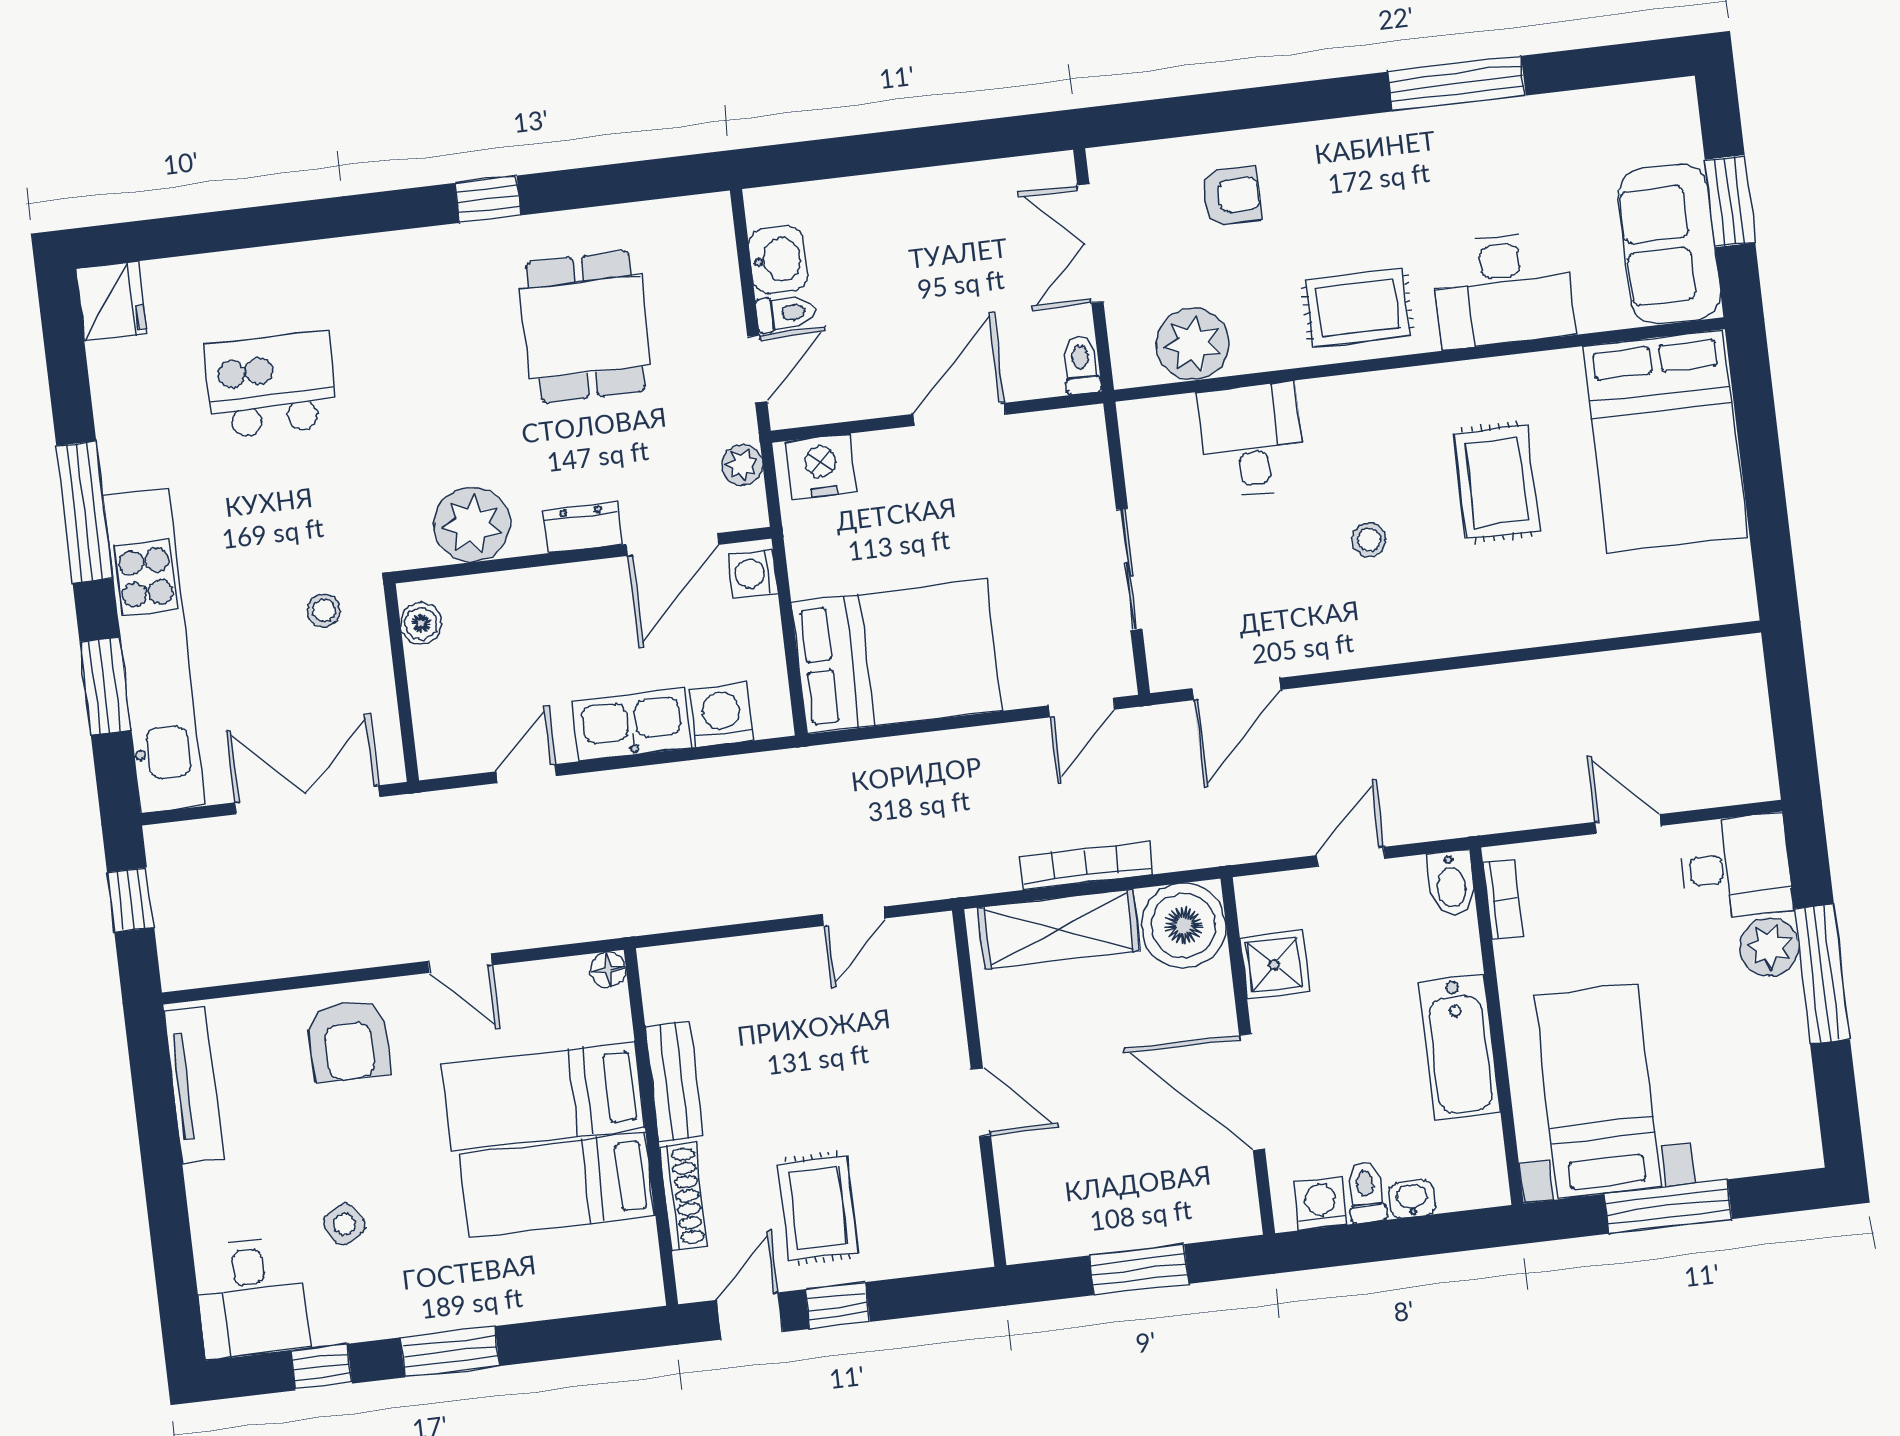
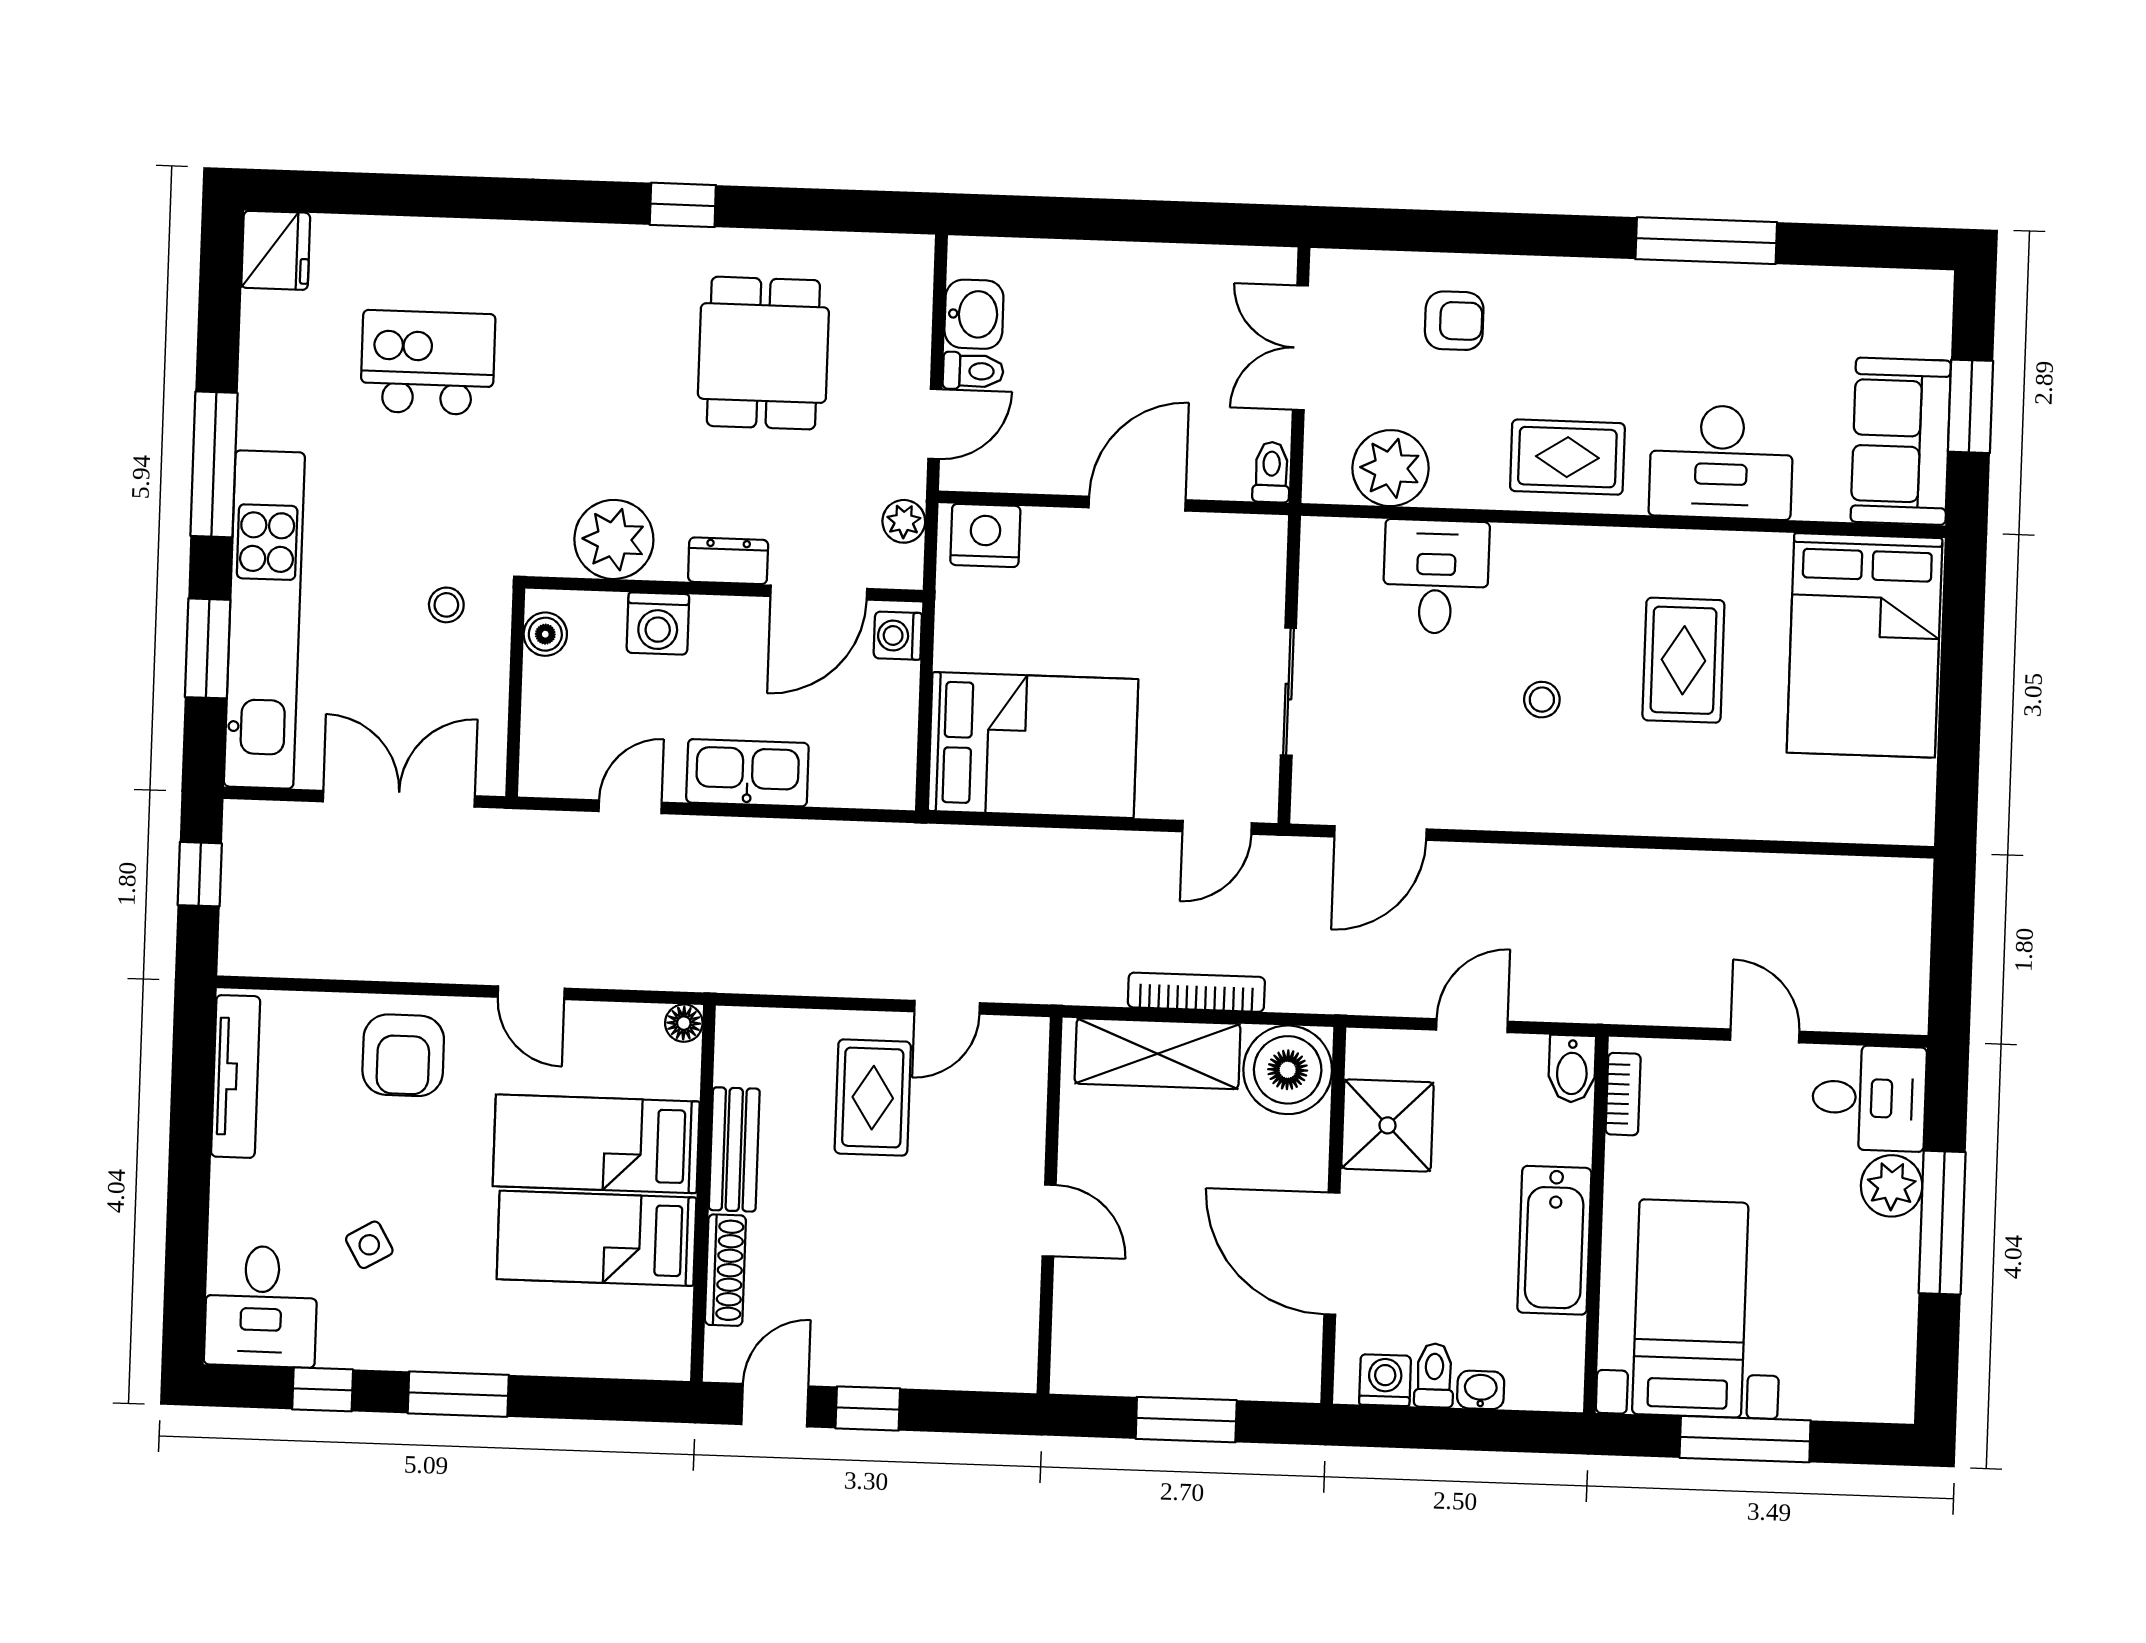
washing machine: (722, 715) -> (658, 624), moved, turned 180
shower: (1274, 965) -> (1388, 1125), width x1.36, depth x1.36
rug: (818, 1208) -> (873, 1098), moved

